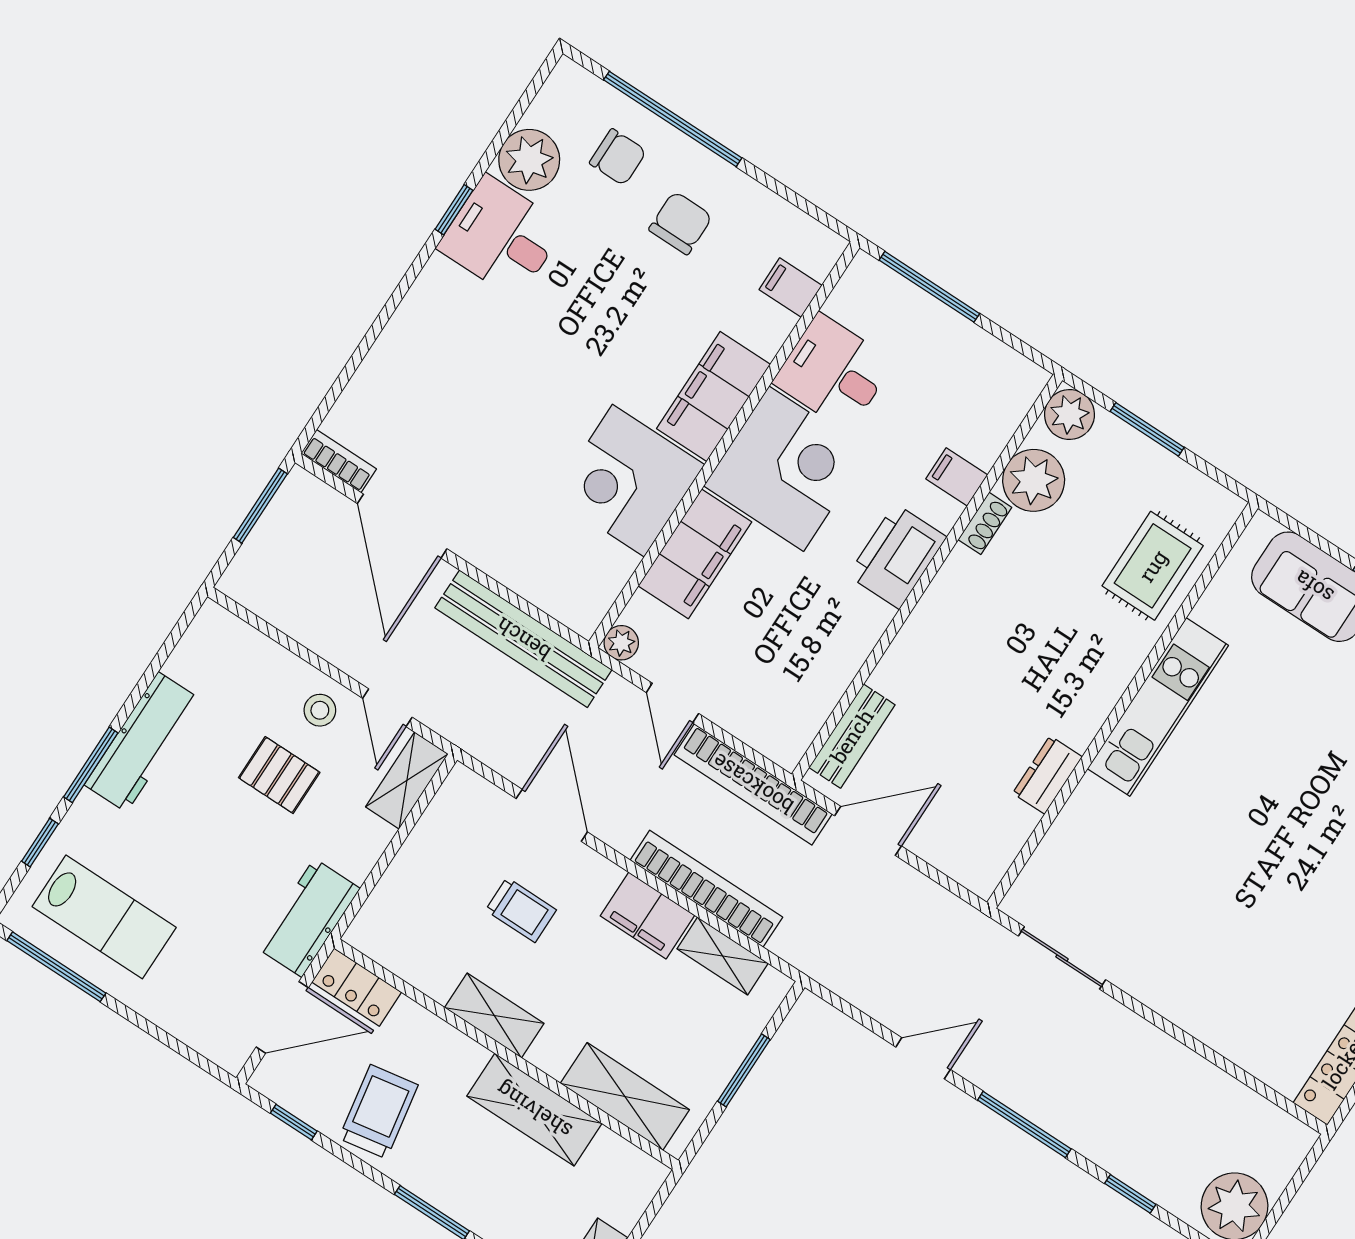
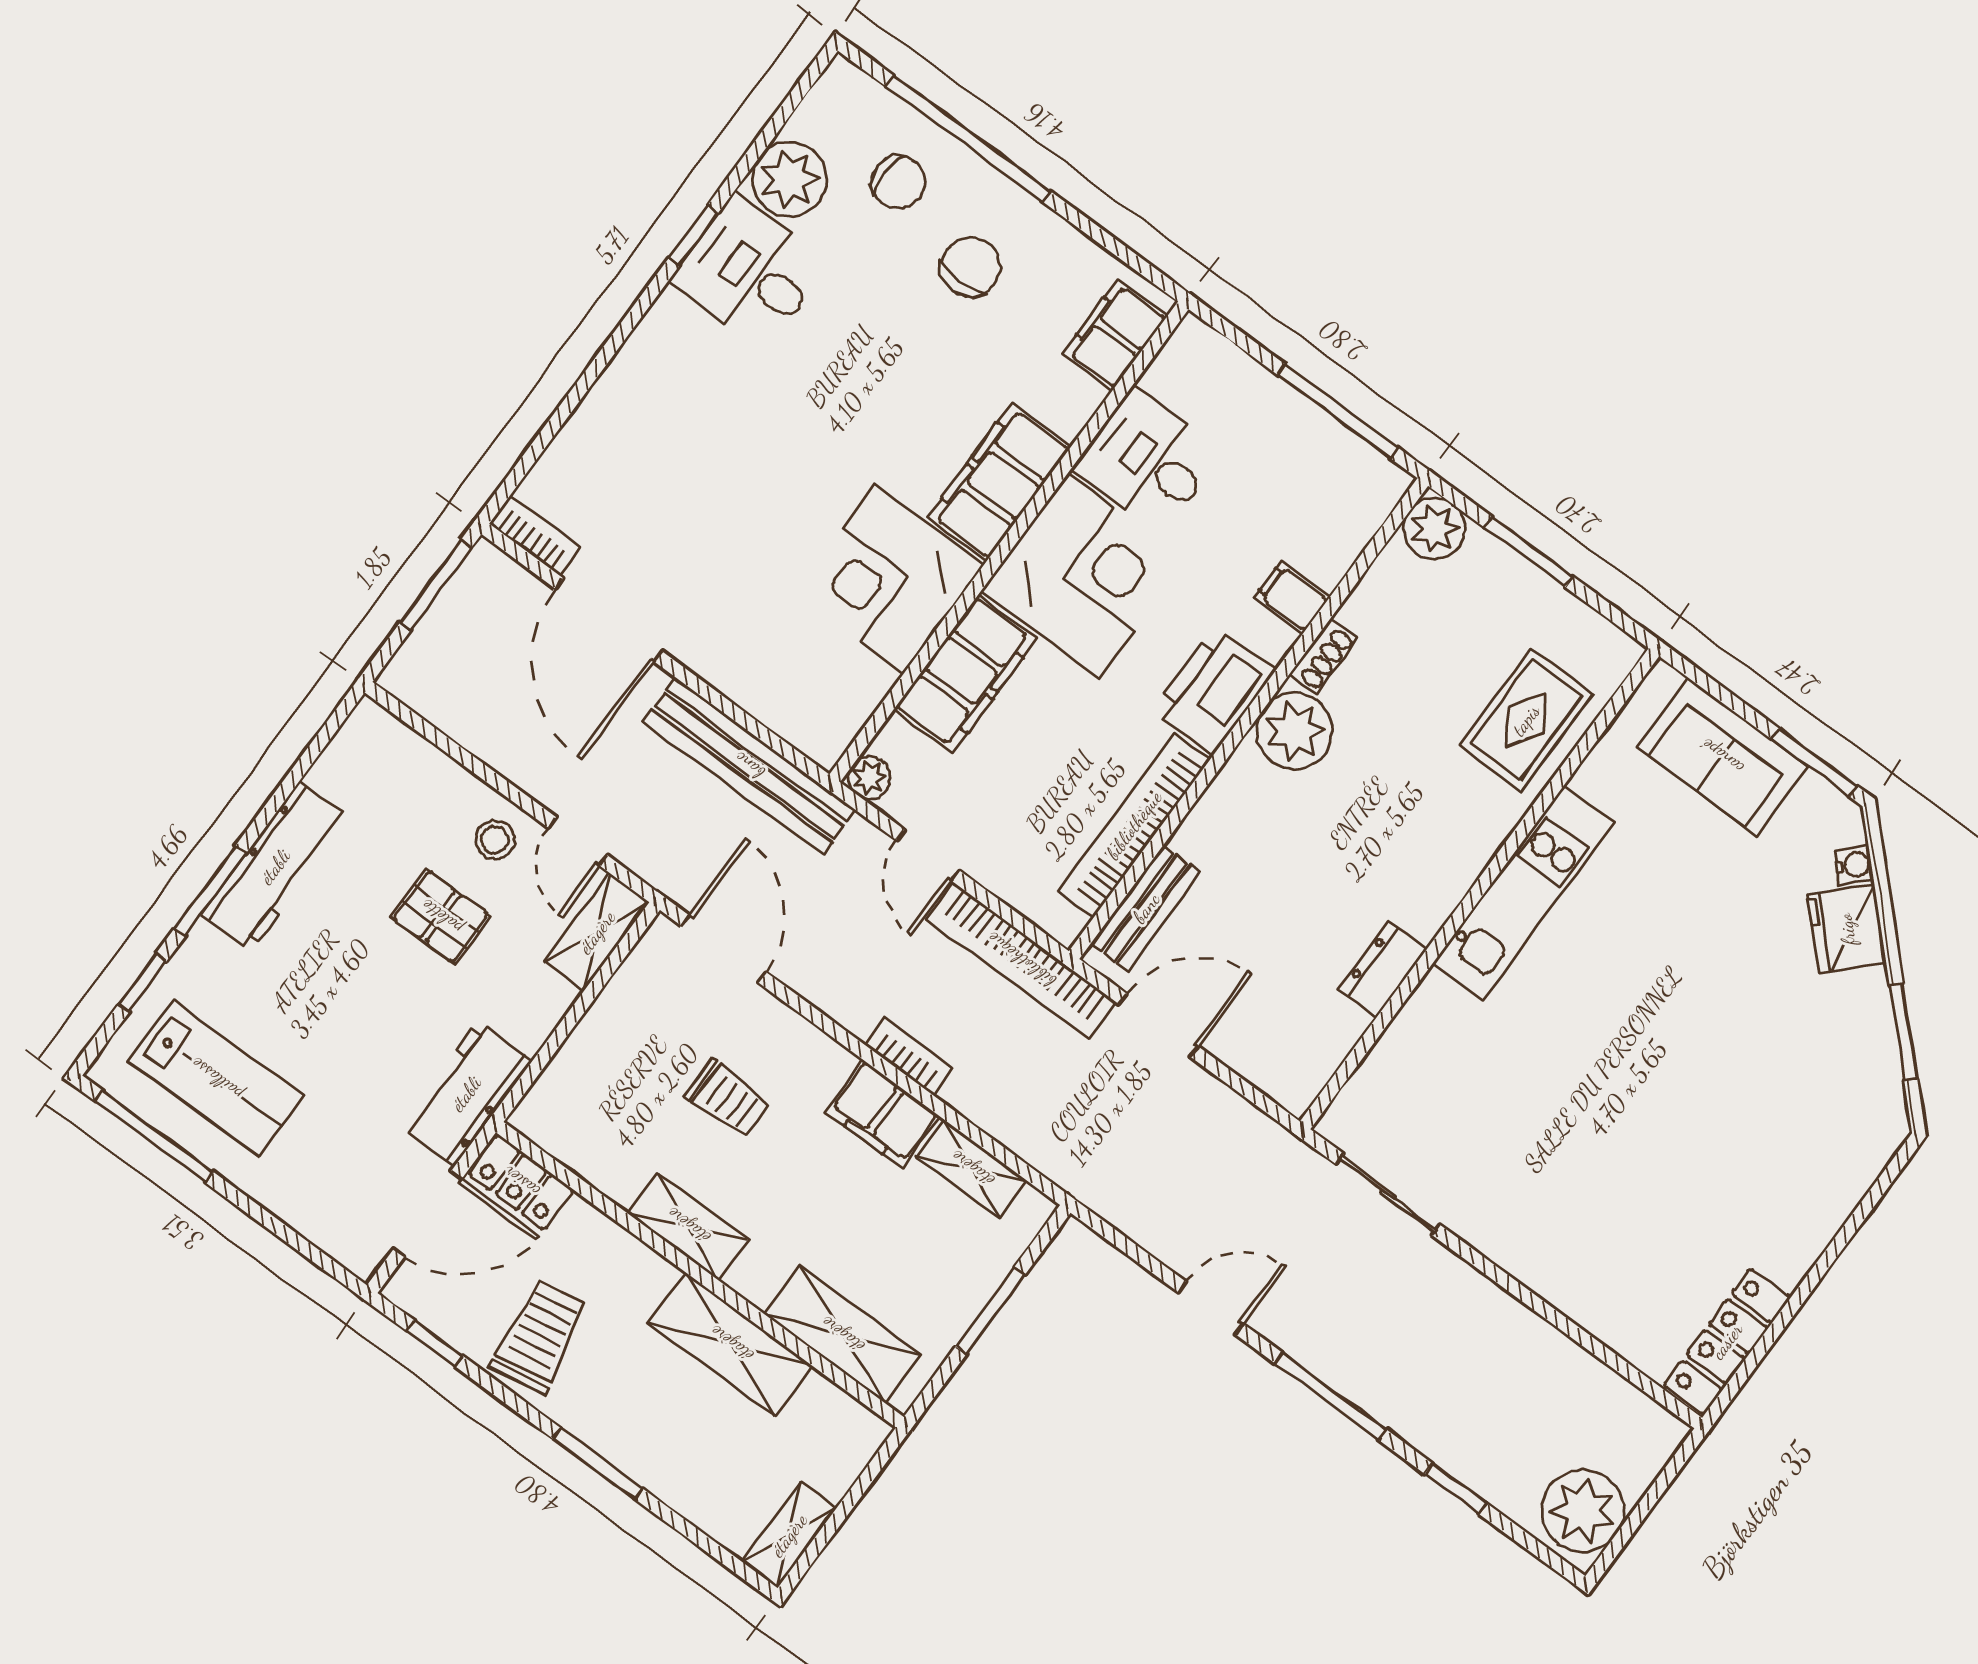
filing cabinet: (791, 287) -> (1115, 335), width x2.00
window: (929, 287) -> (1338, 411), moved
plant: (1034, 480) -> (1294, 731), moved
bookcase: (839, 669) -> (1134, 825), added
door: (552, 815) -> (723, 949), moved
bookcase: (706, 889) -> (909, 1057), width x0.43, depth x0.76

